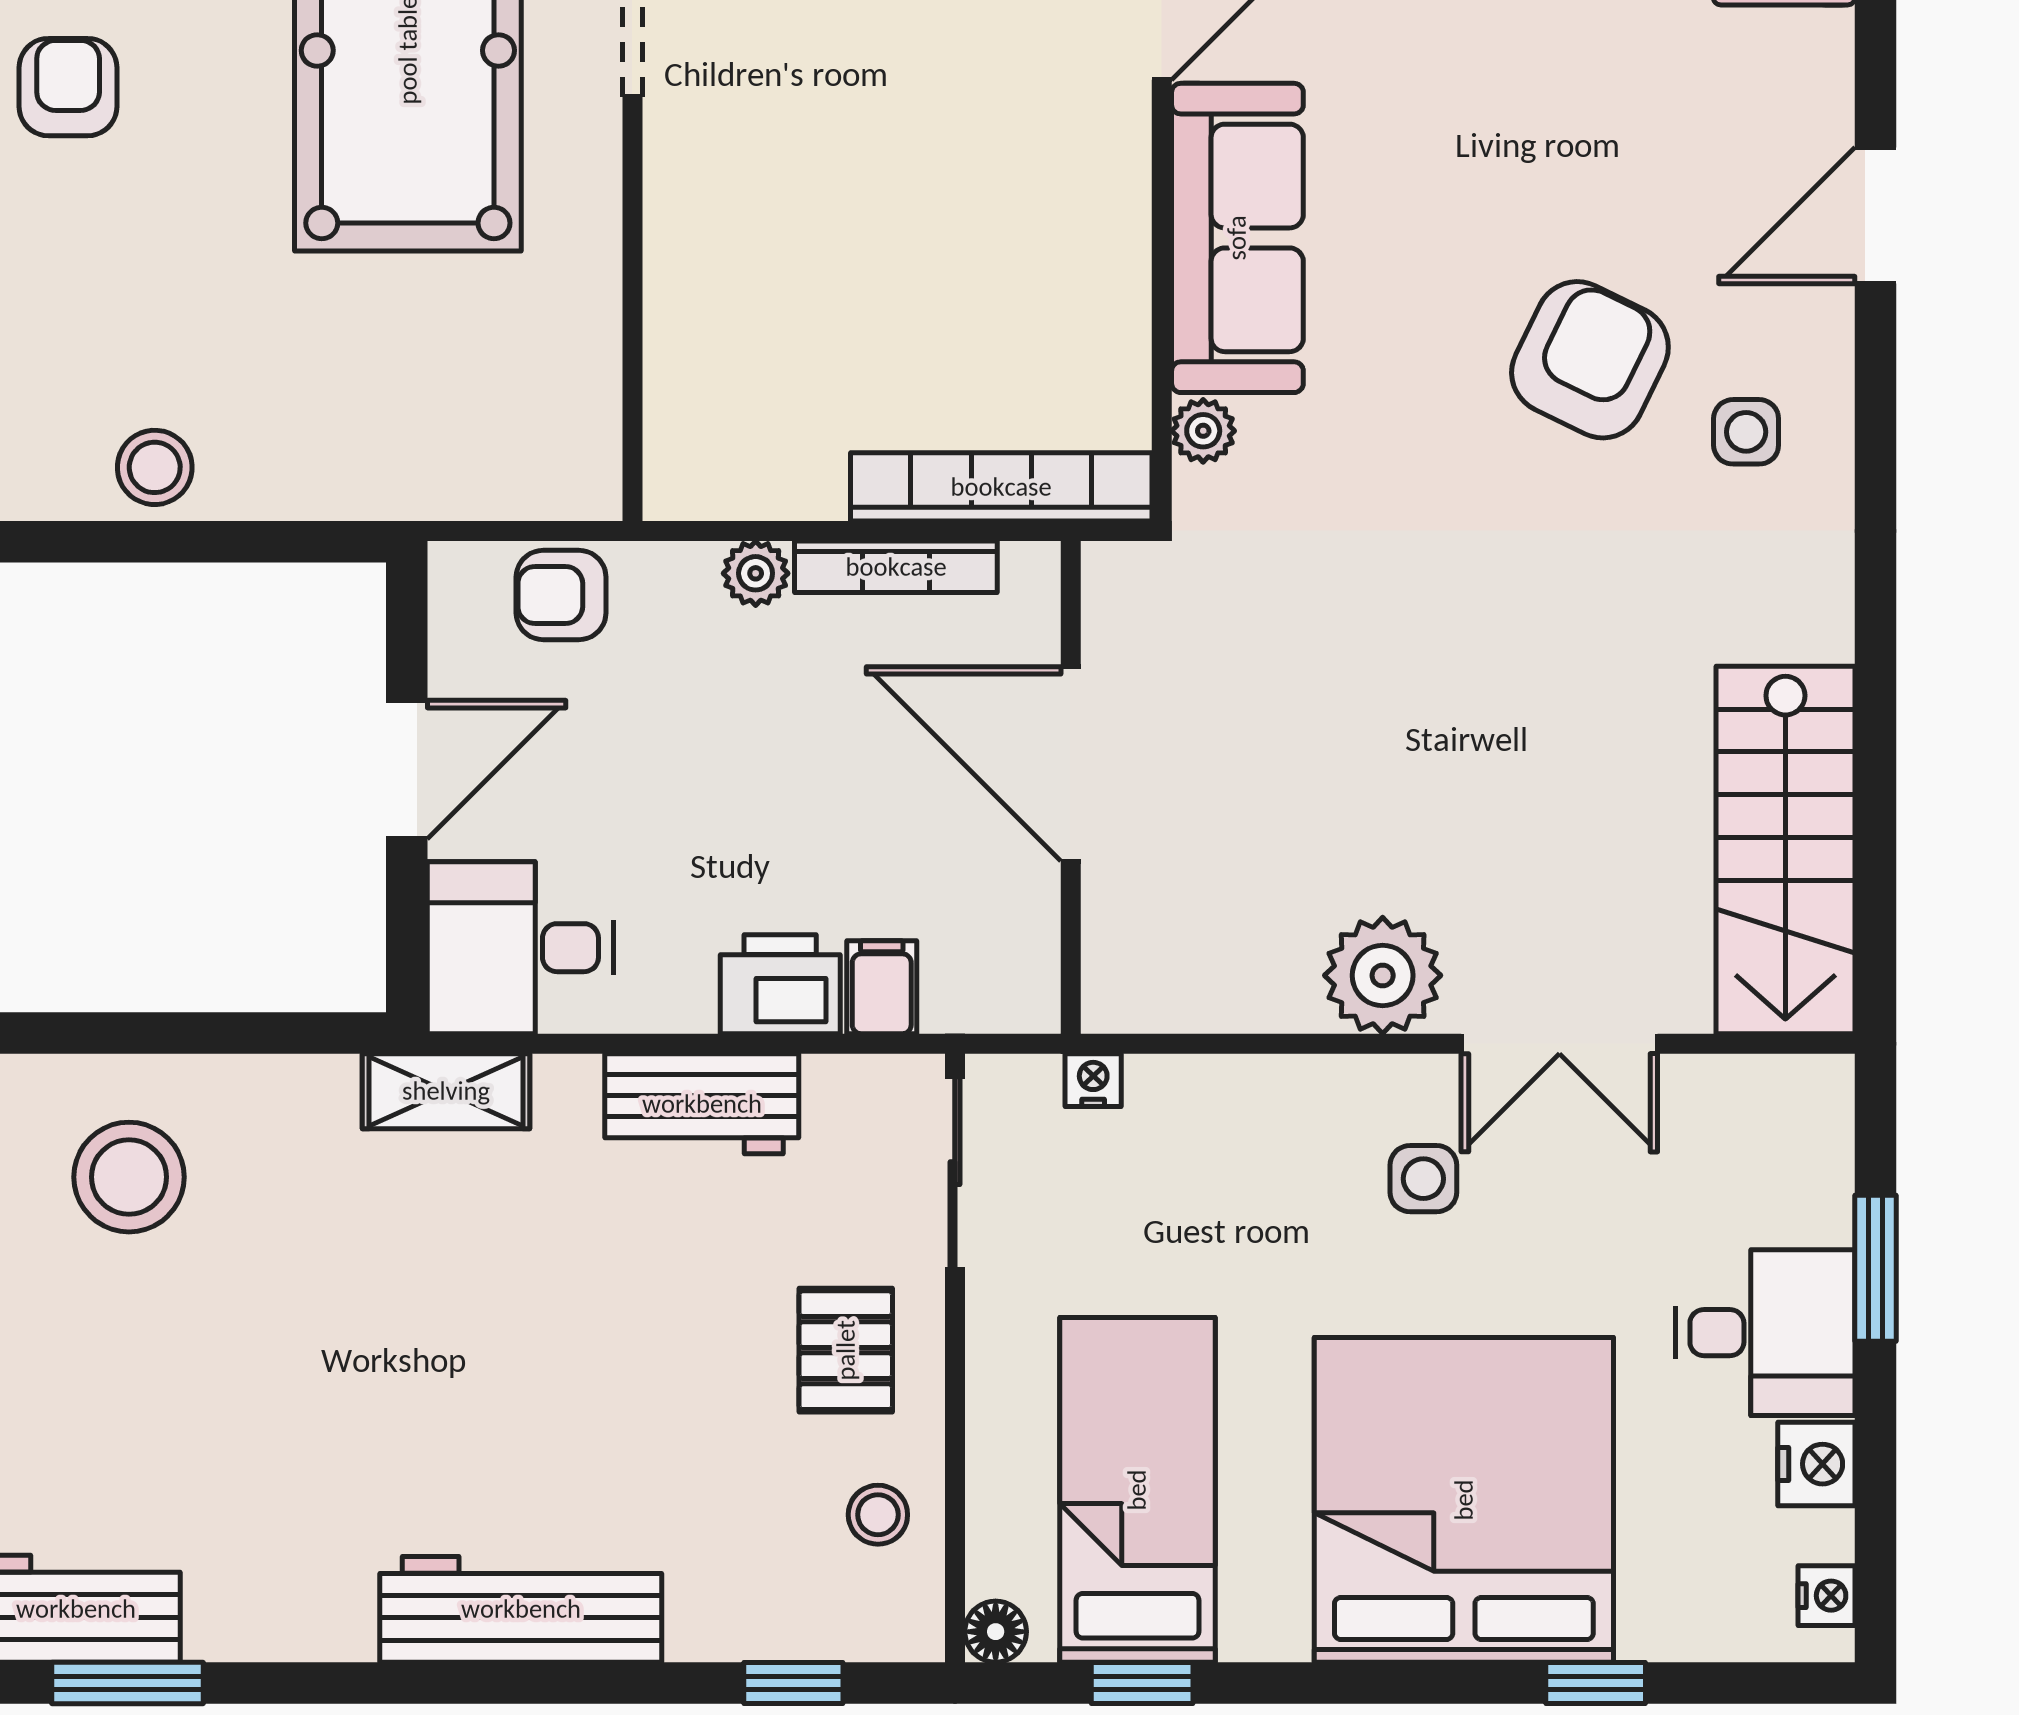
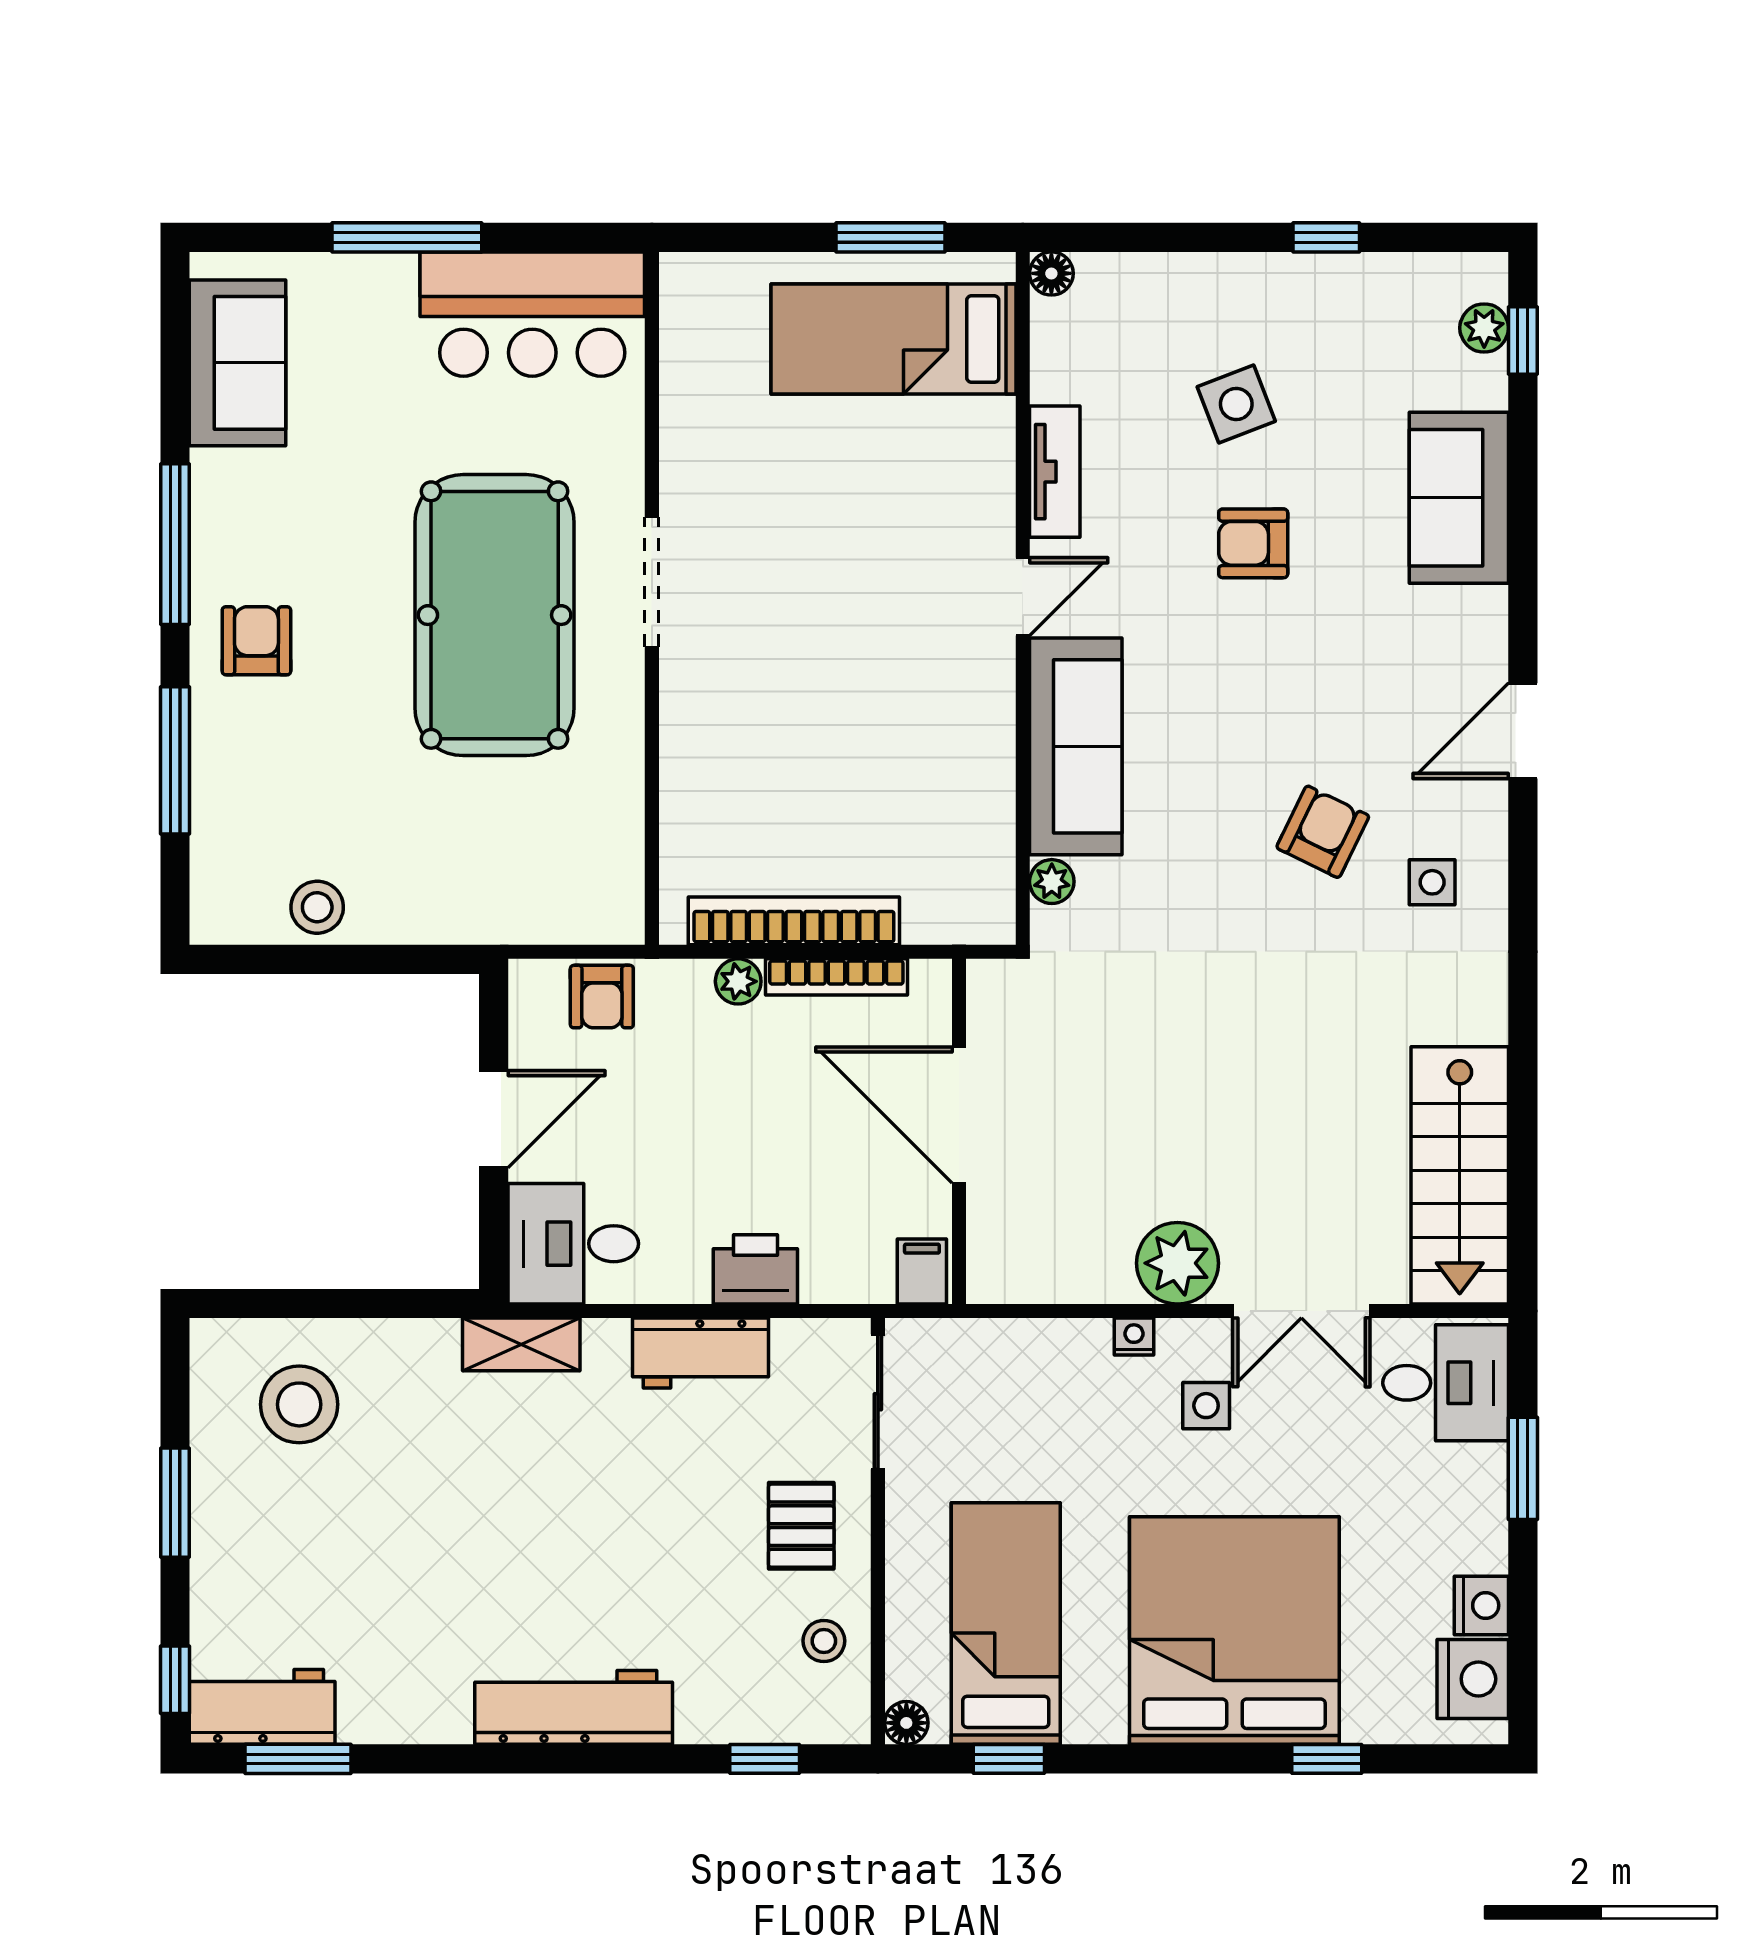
armchair: (1590, 360) -> (1323, 832), width x0.72, depth x0.72
bookcase: (1001, 487) -> (794, 921), moved
armchair: (561, 595) -> (602, 997), turned -90
filing cabinet: (882, 987) -> (922, 1271), moved
nightstand: (1093, 1080) -> (1134, 1337), moved
desk: (1765, 1333) -> (1446, 1383), moved
nightstand: (1827, 1596) -> (1473, 1679), width x1.89, depth x1.79

